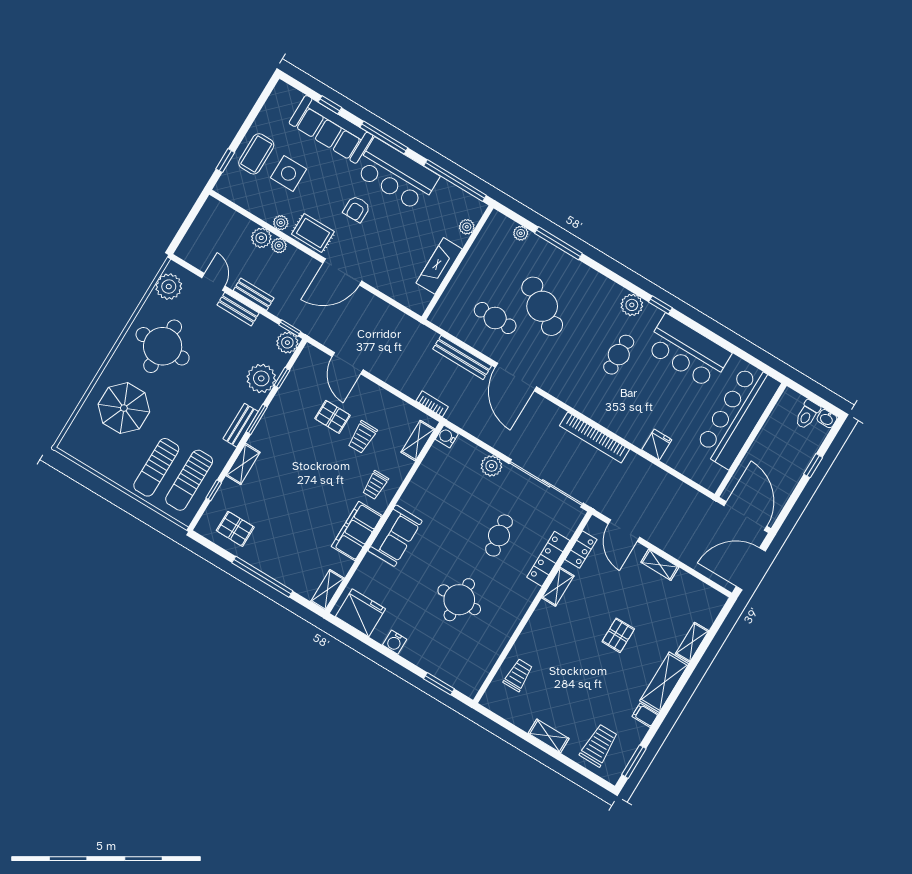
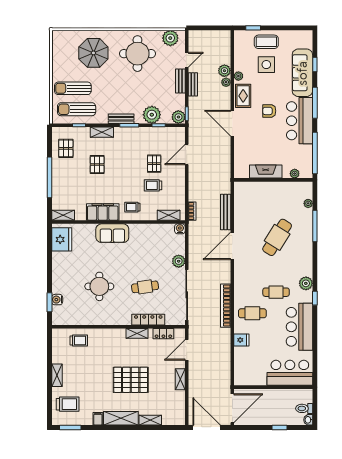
cafe table: (495, 318) -> (252, 313), moved, turned 90
bar counter: (738, 416) -> (290, 373), width x0.73
pallet: (285, 498) -> (97, 164), added
pallet: (618, 635) -> (131, 380), width x2.05, depth x2.00
water cooler: (395, 642) -> (57, 300), moved

